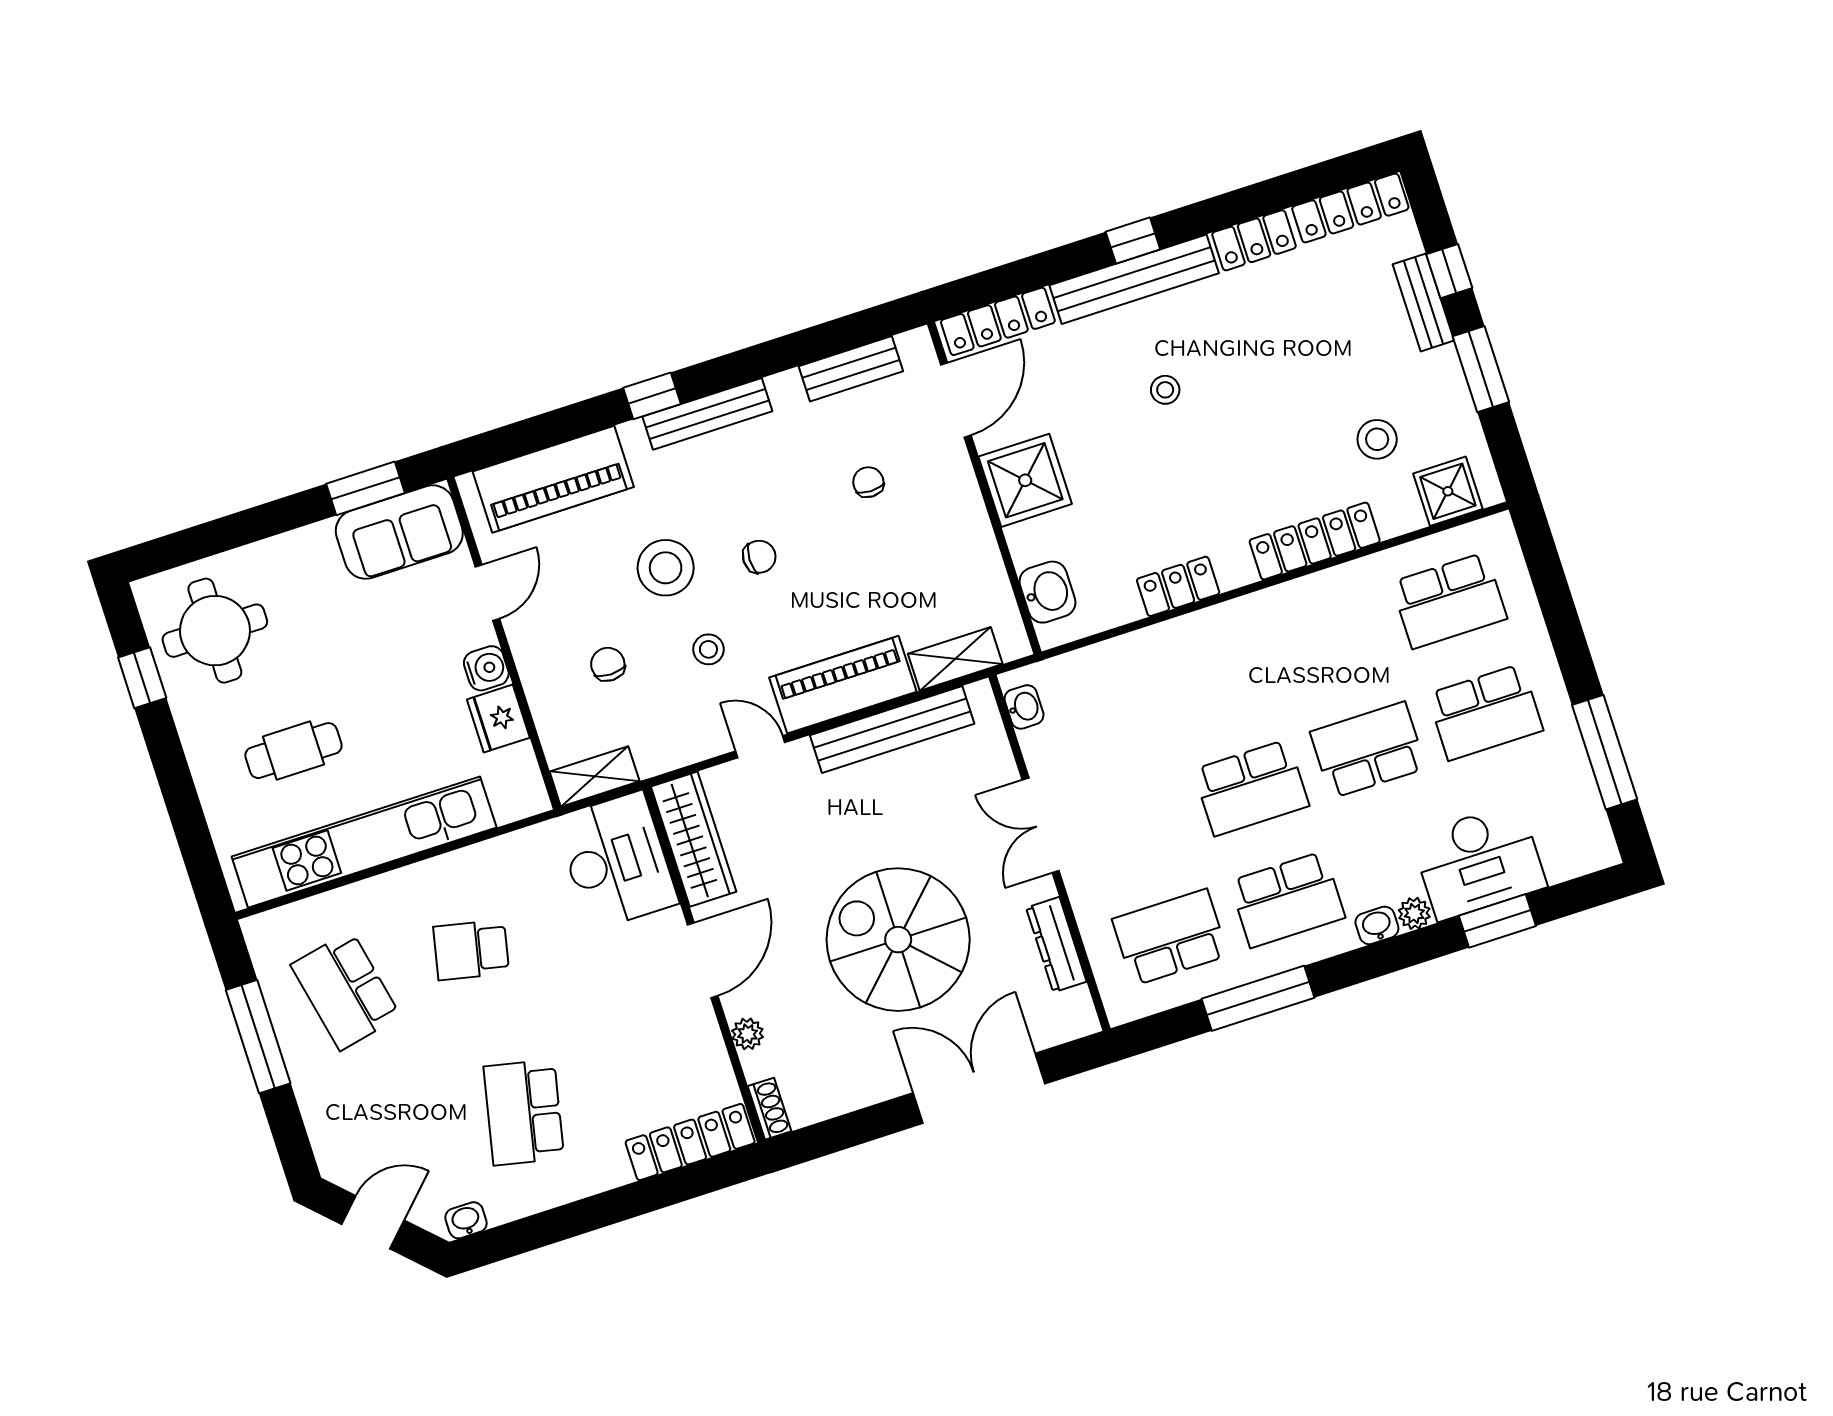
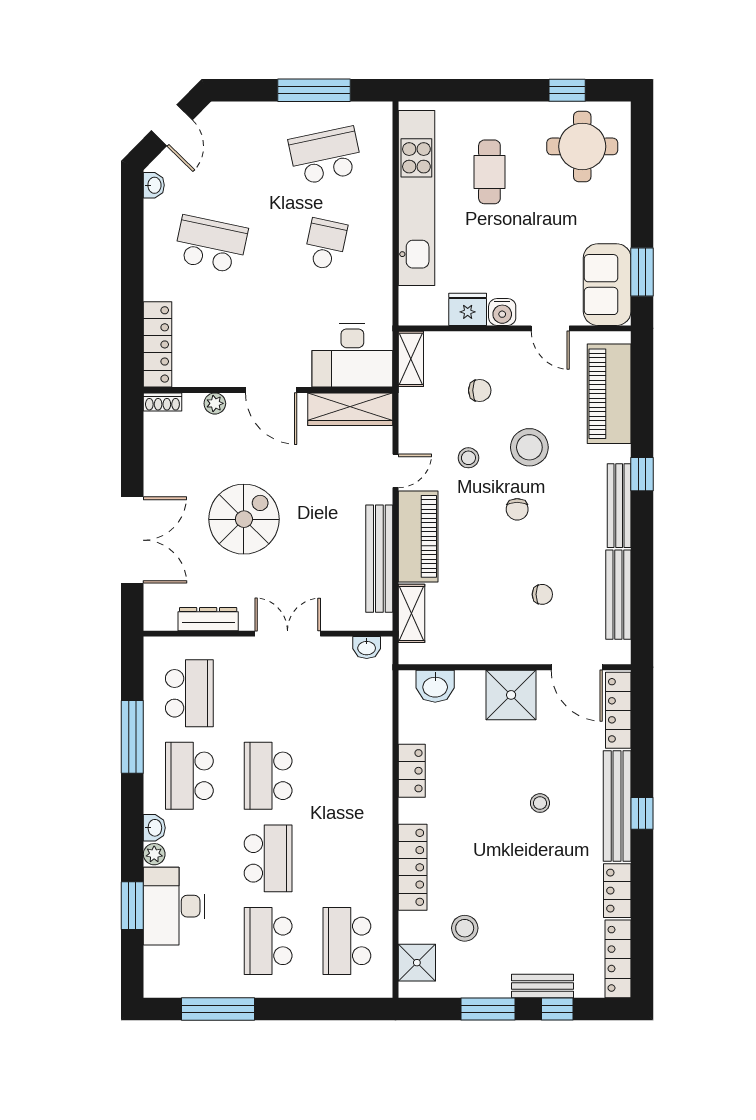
bench: (851, 369) -> (618, 595), width x1.36
spiral stairs: (898, 940) -> (244, 519), width x0.73, depth x0.73

